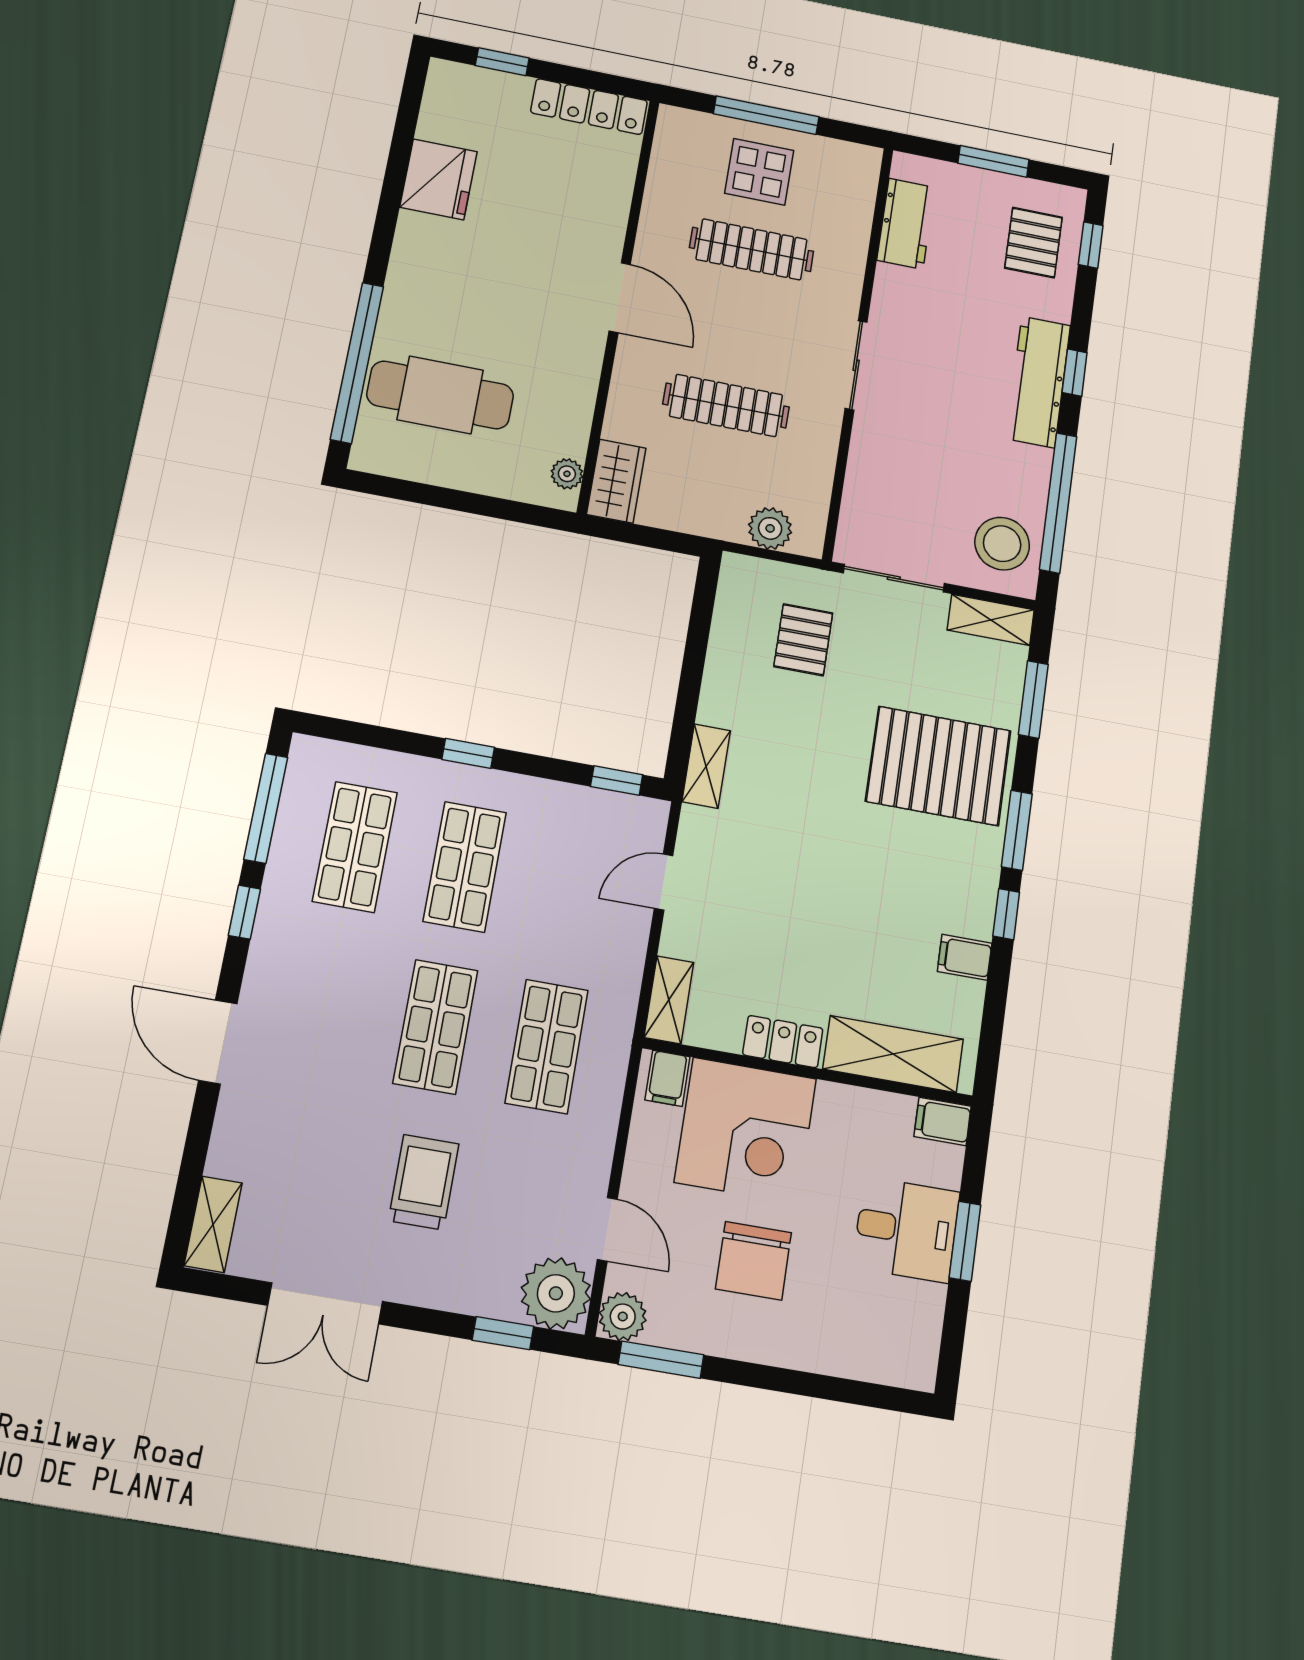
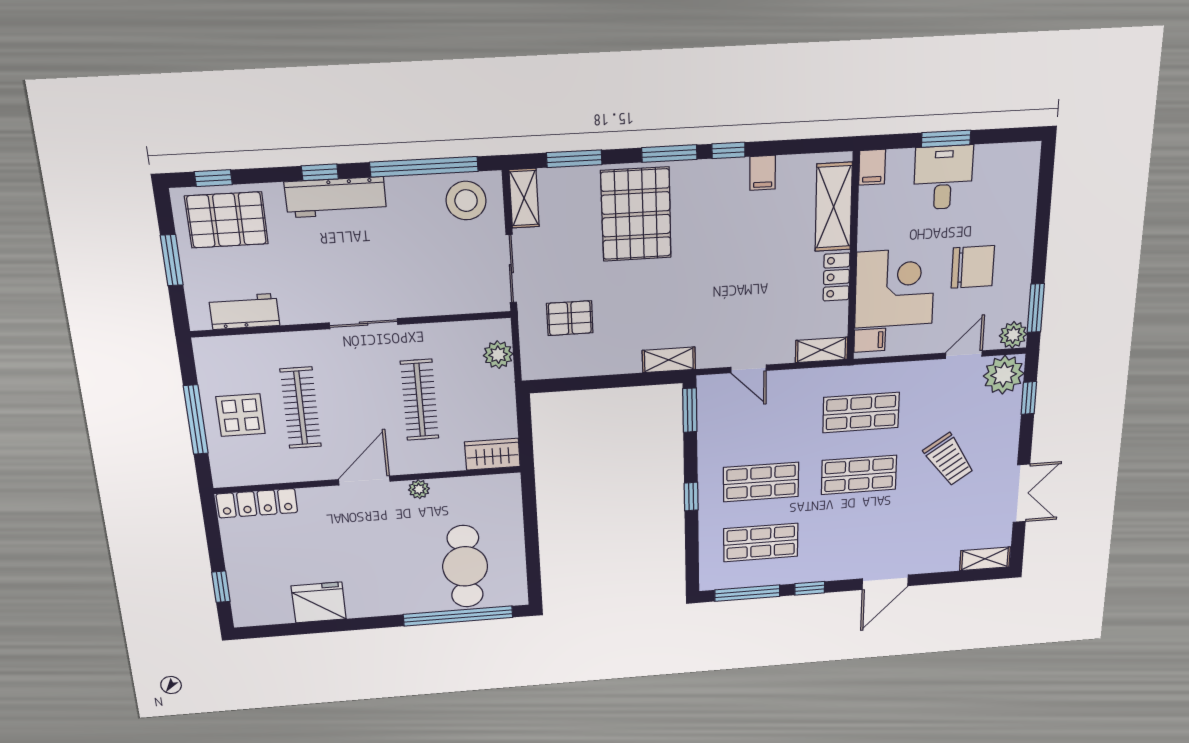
locker: (589, 107) -> (257, 503), moved, turned 90
pallet: (1033, 243) -> (227, 220), width x1.50, depth x1.42
plant: (567, 474) -> (419, 489), moved
window: (617, 781) -> (690, 410), width x1.50
trolley: (424, 1182) -> (949, 460), turned -124

